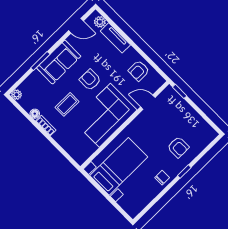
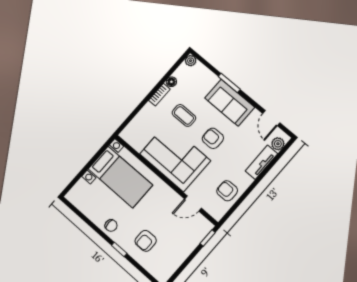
armchair: (90, 80) -> (213, 138), turned -90
door: (148, 102) -> (193, 203), swing flipped

